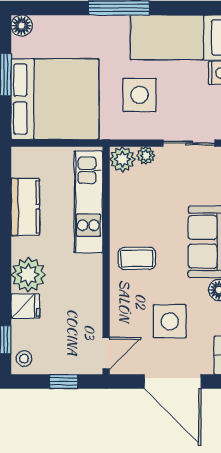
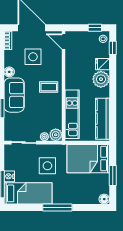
bed: (55, 99) -> (88, 159), width x0.73
kitchen counter: (25, 207) -> (102, 119), width x1.50
door: (106, 353) -> (64, 41), hinge flipped
window: (64, 382) -> (95, 28), moved

